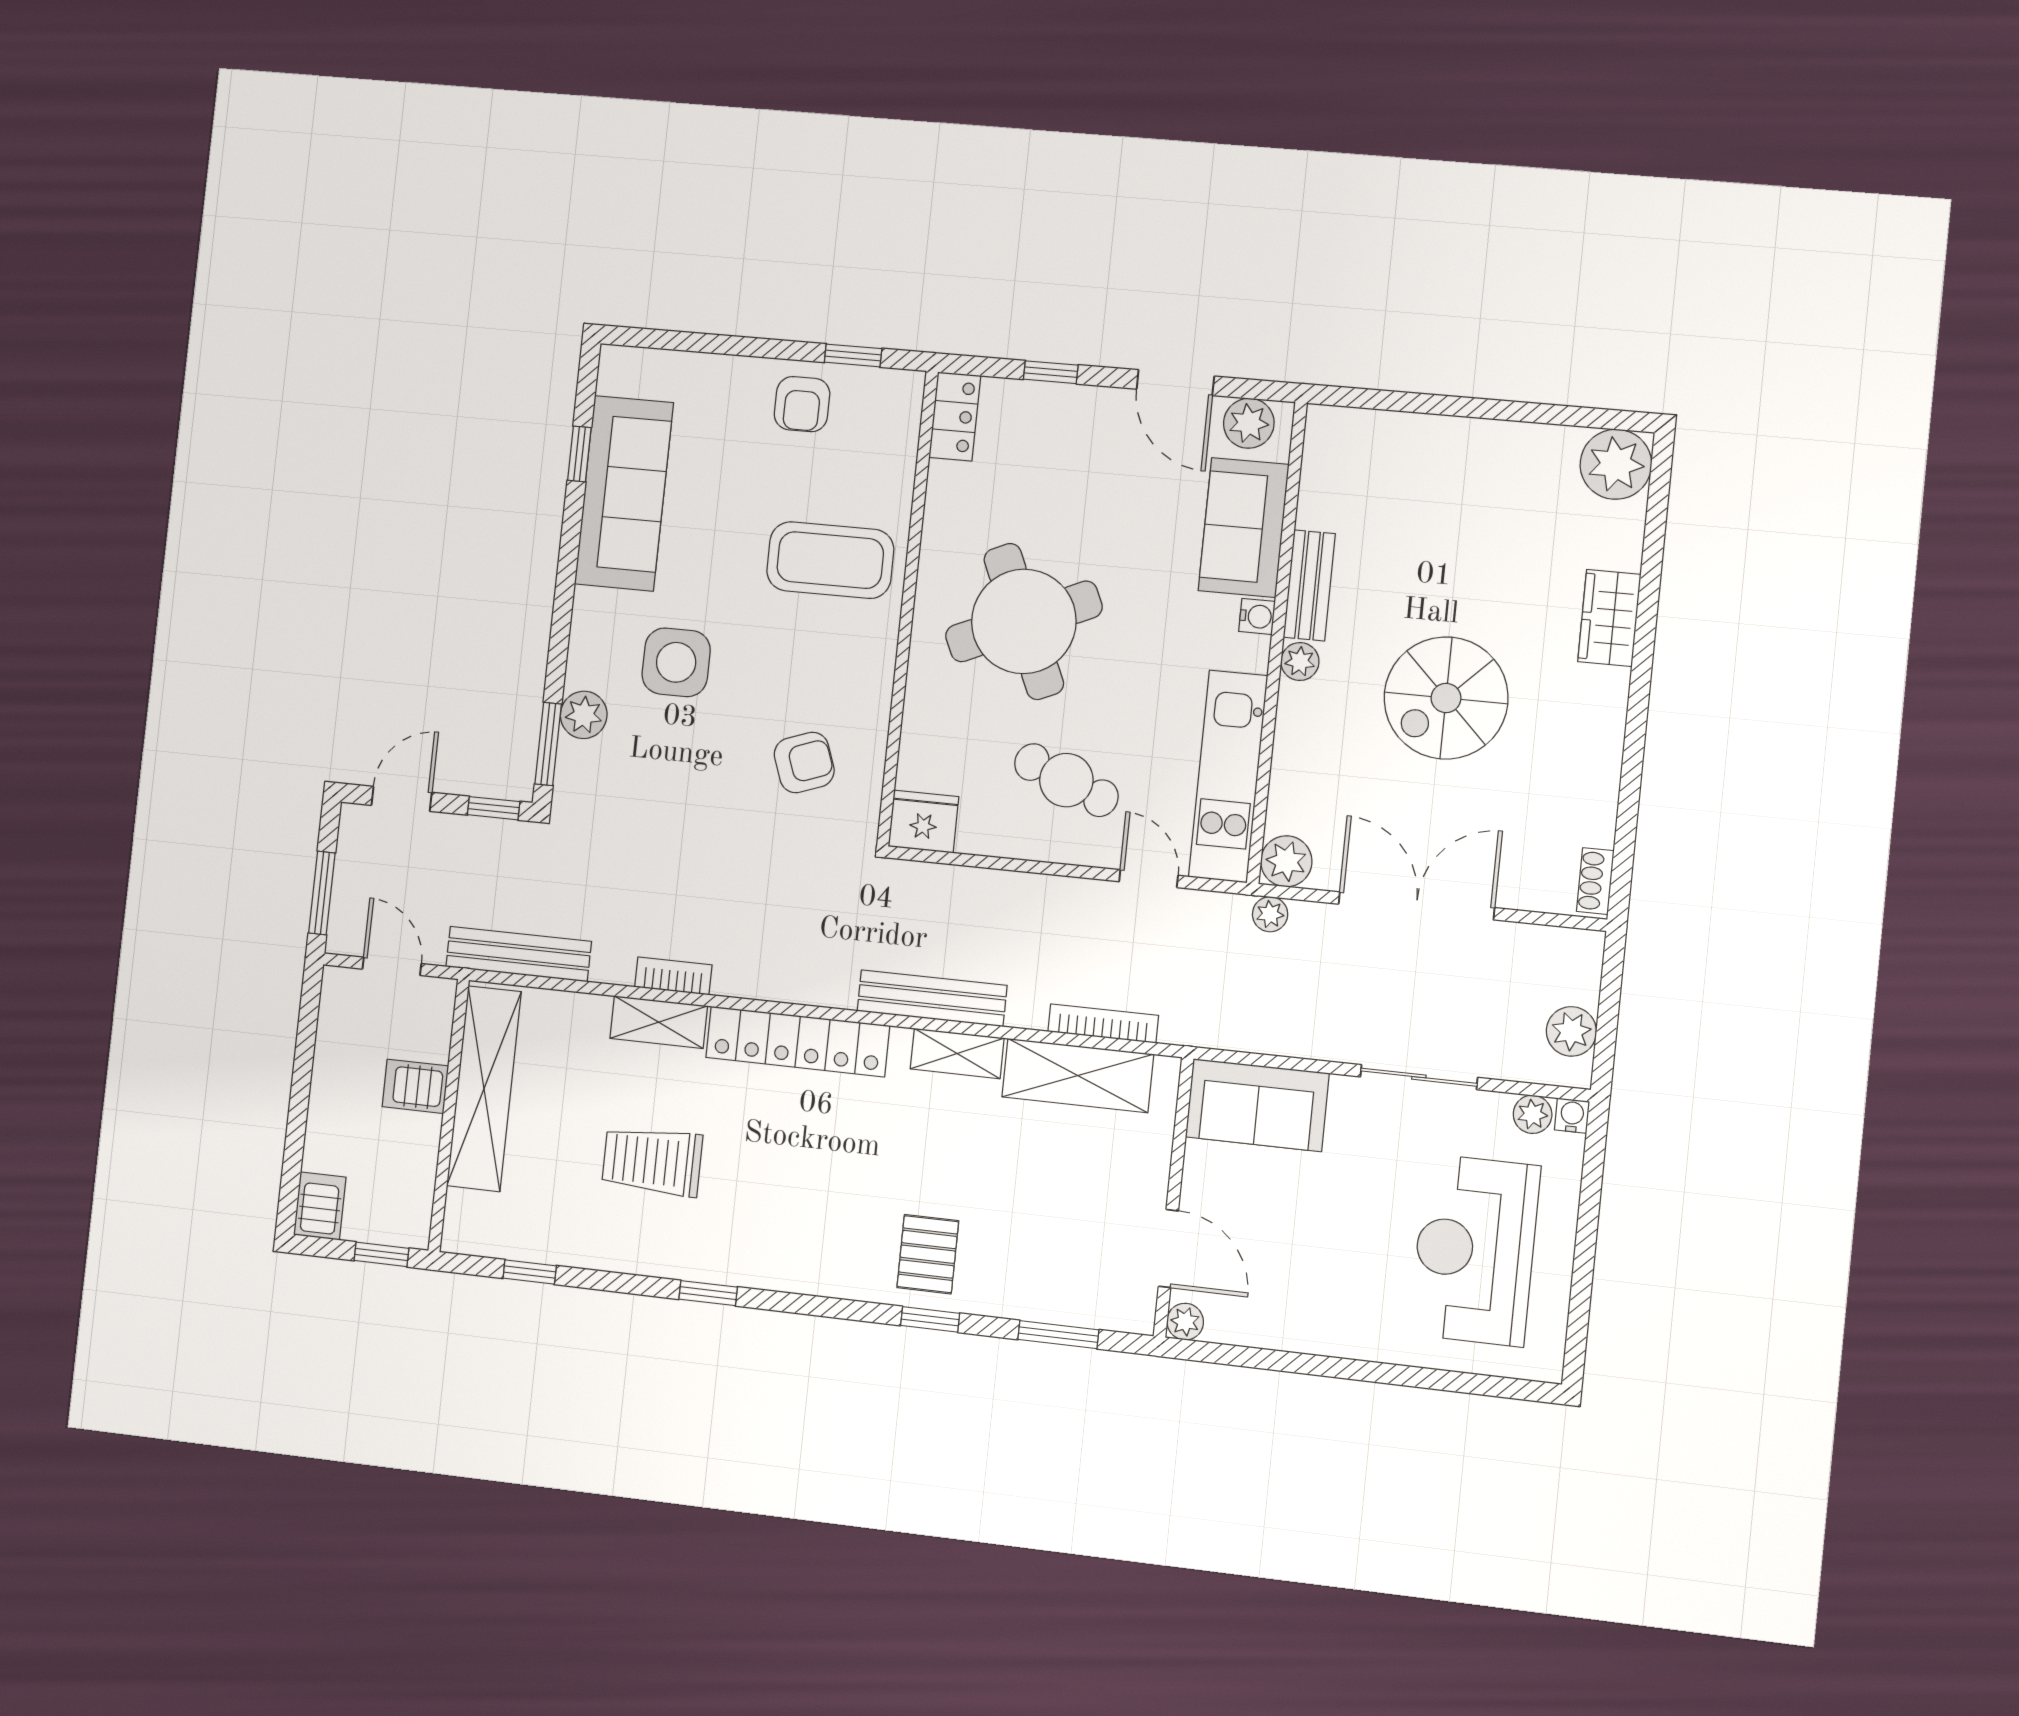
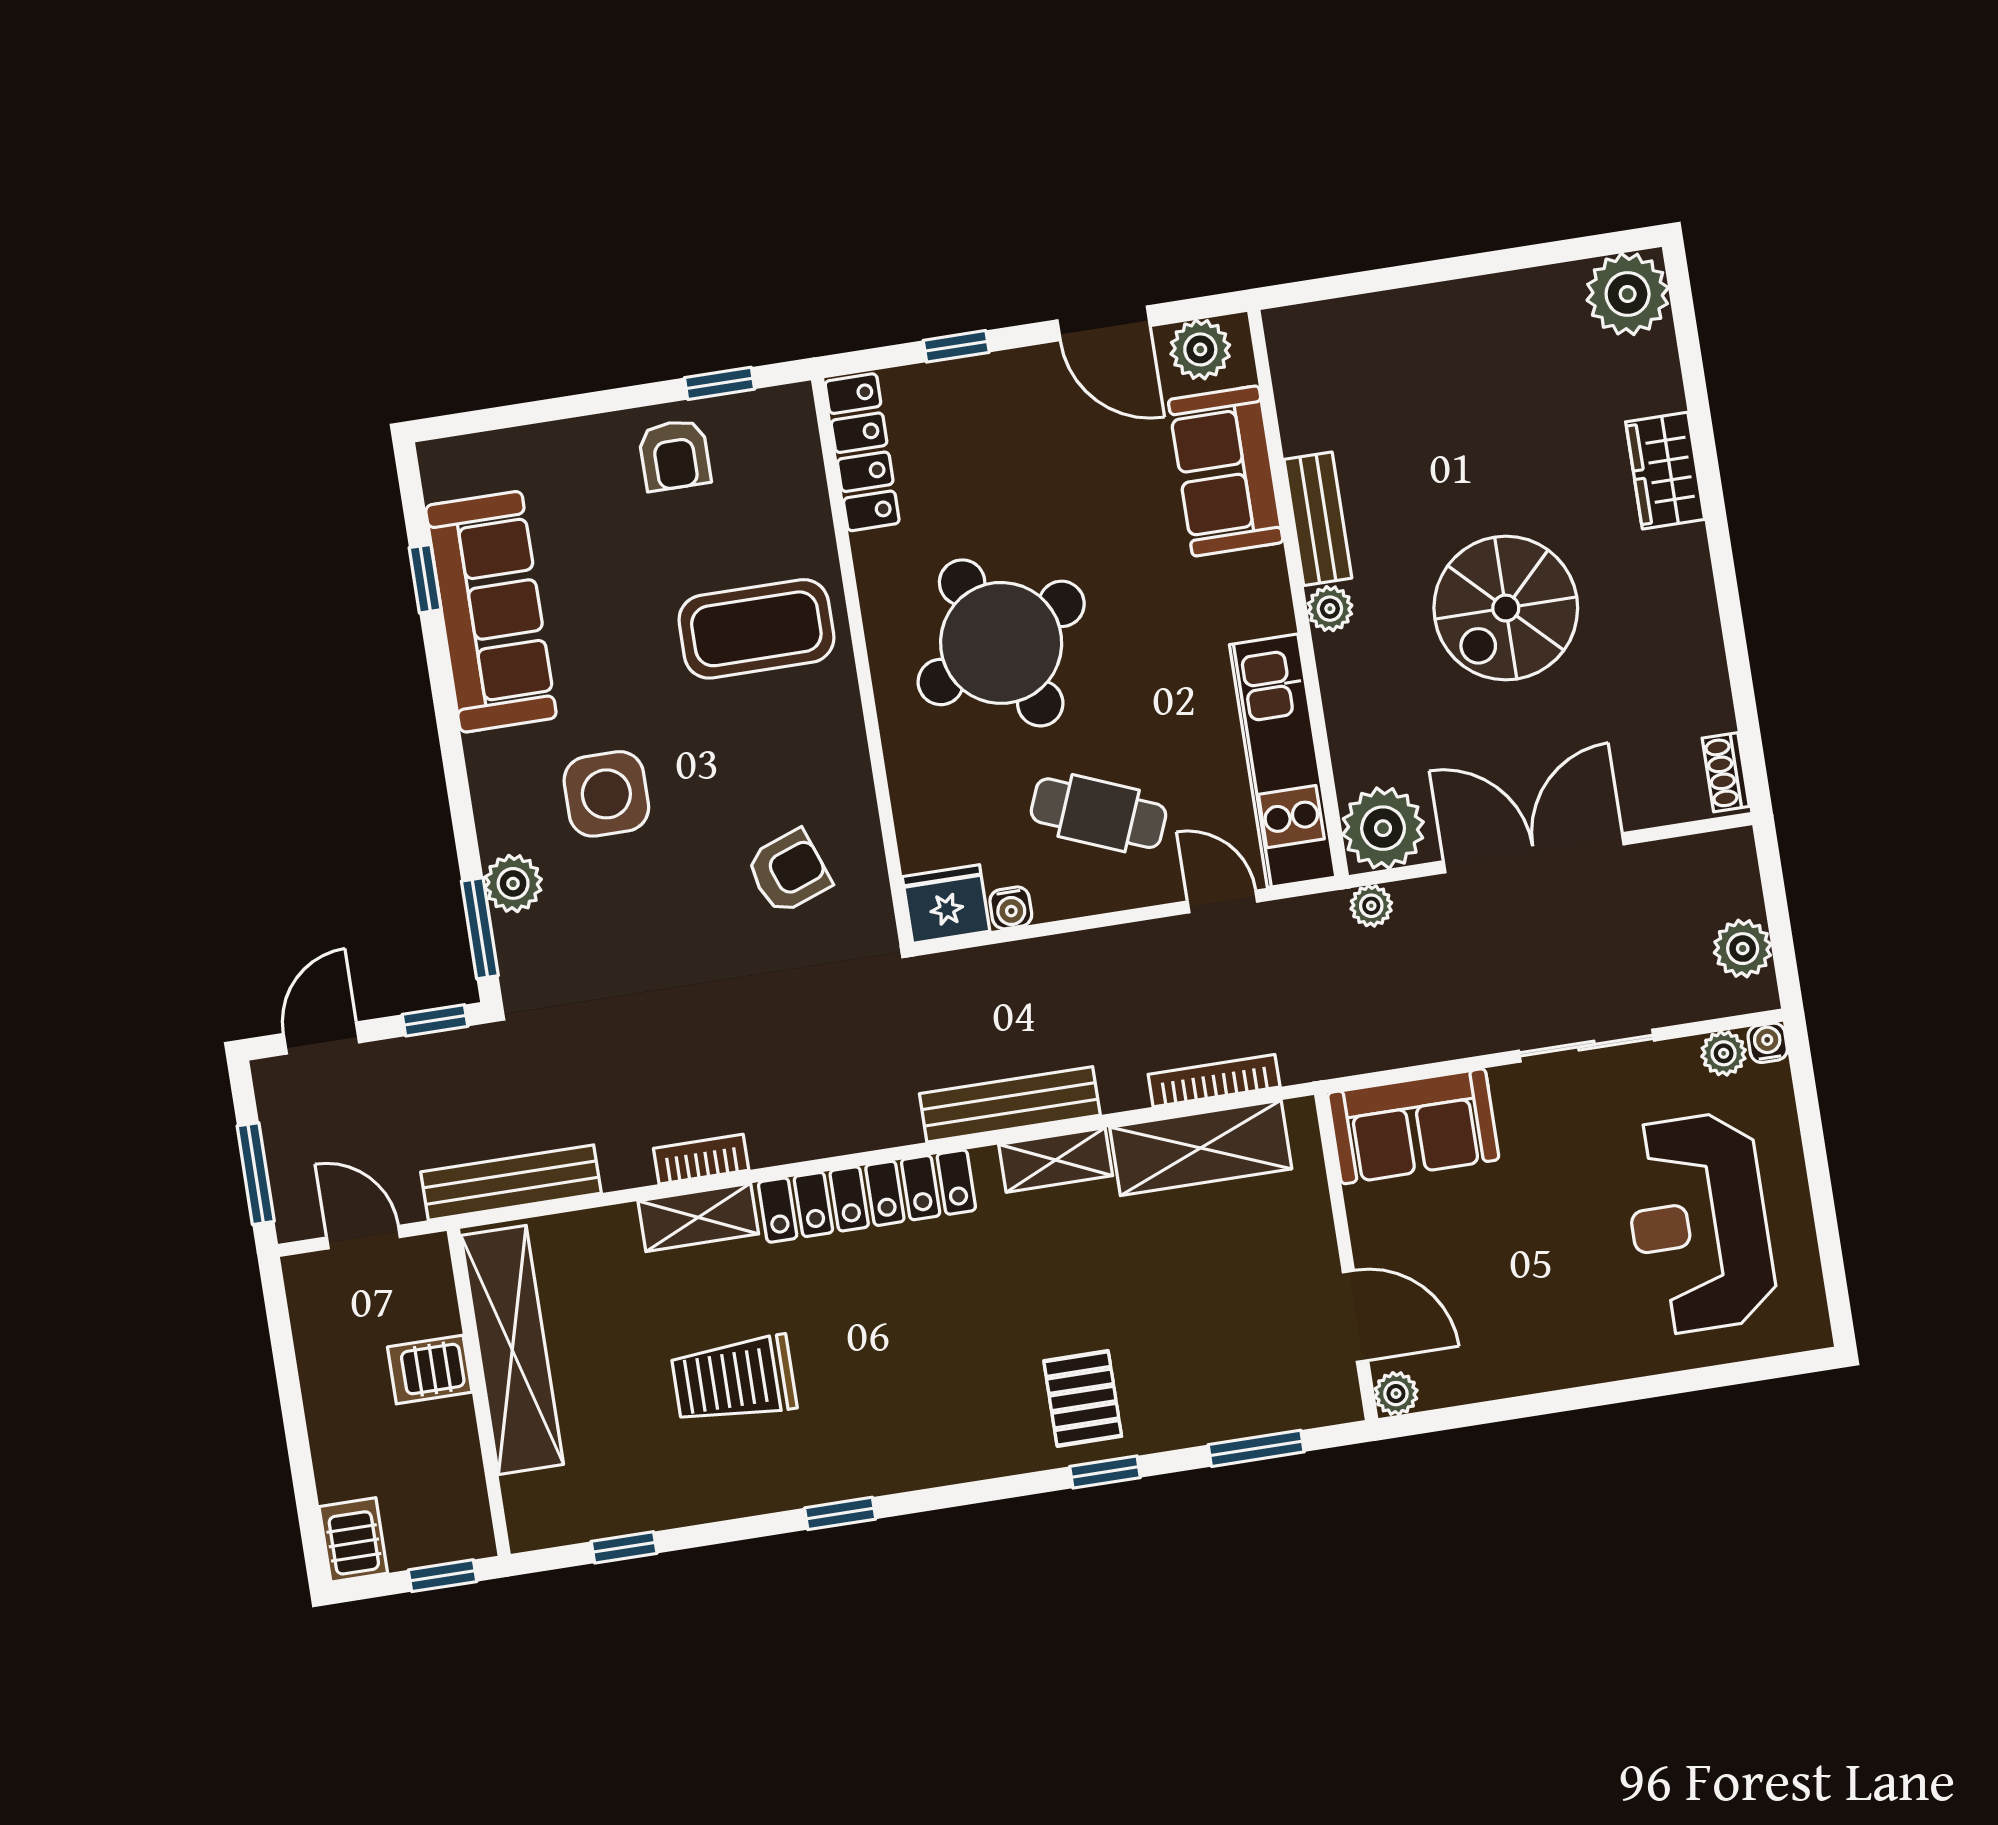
locker: (955, 416) -> (862, 452), width x1.53
water cooler: (1257, 616) -> (1011, 908), moved, turned 90
plant: (1286, 861) -> (1383, 828), width x1.36, depth x1.36

